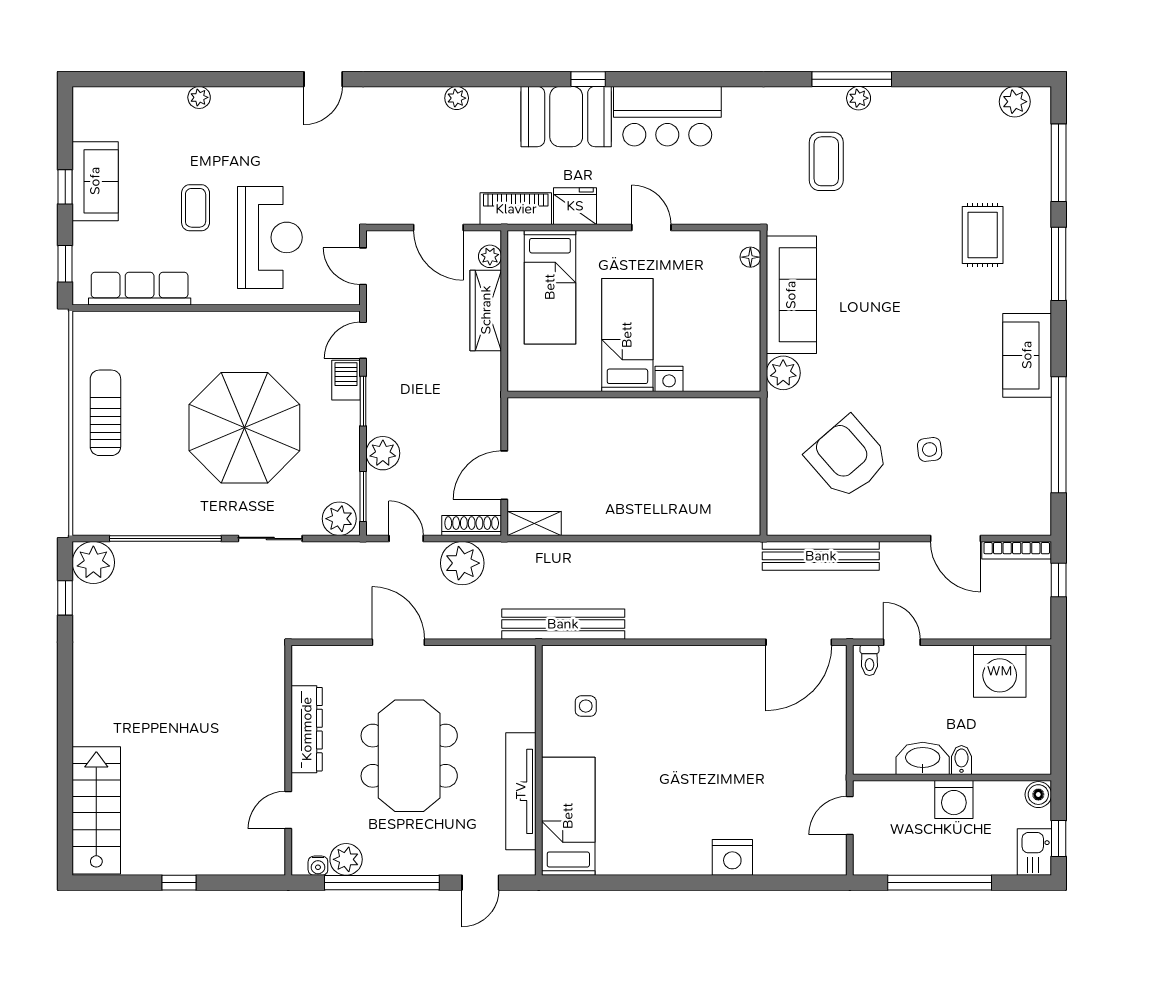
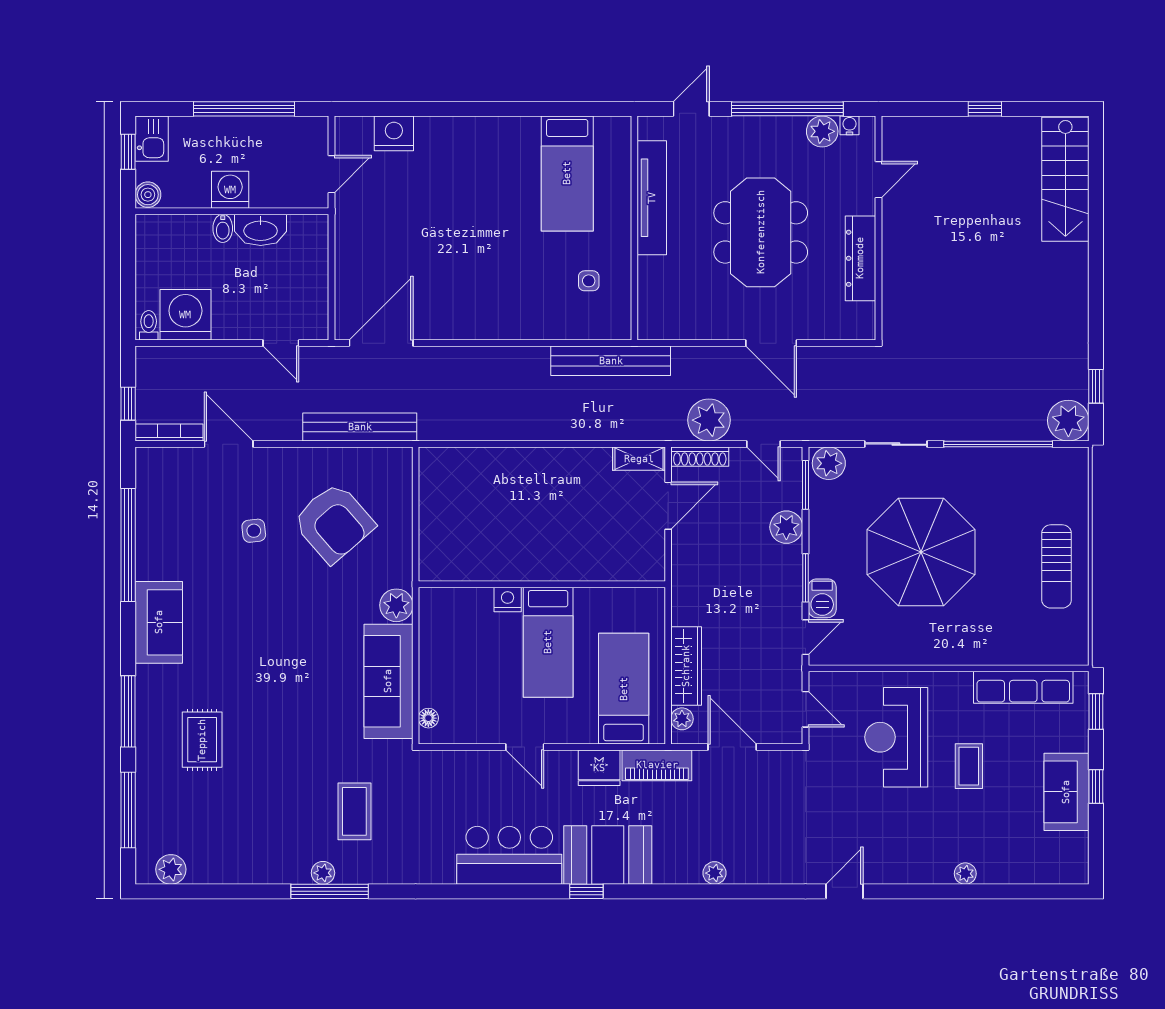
toilet: (869, 660) -> (149, 325), moved
bed: (568, 816) -> (567, 173), moved
nightstand: (732, 857) -> (394, 133), moved

